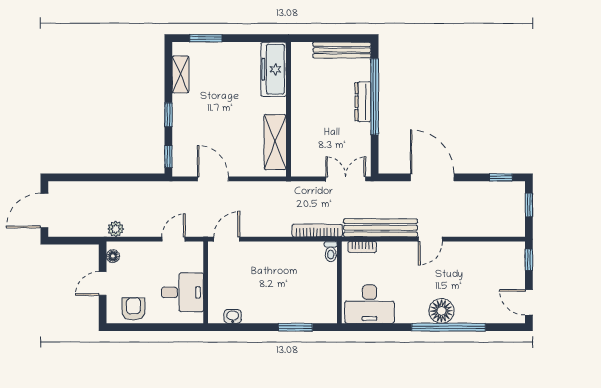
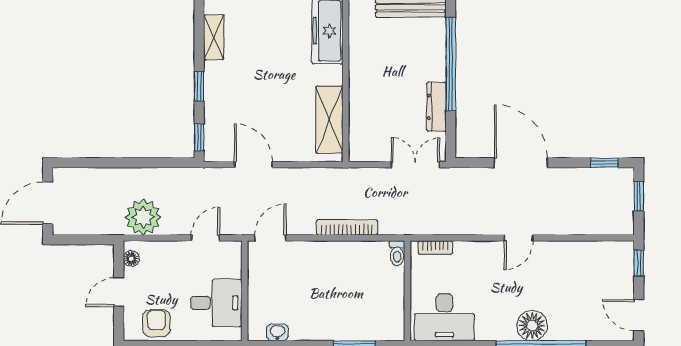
dresser: (363, 102) -> (436, 107), moved
bench: (381, 228) -> (458, 224), removed
plant: (116, 229) -> (143, 217), width x1.88, depth x1.88
bookcase: (317, 230) -> (347, 227), moved

